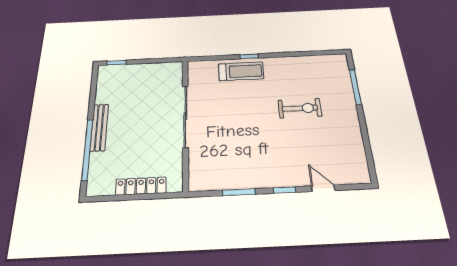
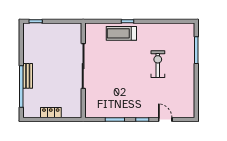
treadmill: (241, 71) -> (121, 33), turned 180
exercise bike: (300, 108) -> (158, 64), turned -90
bench: (99, 127) -> (28, 76), width x0.73
locker: (141, 186) -> (51, 113), width x0.66

